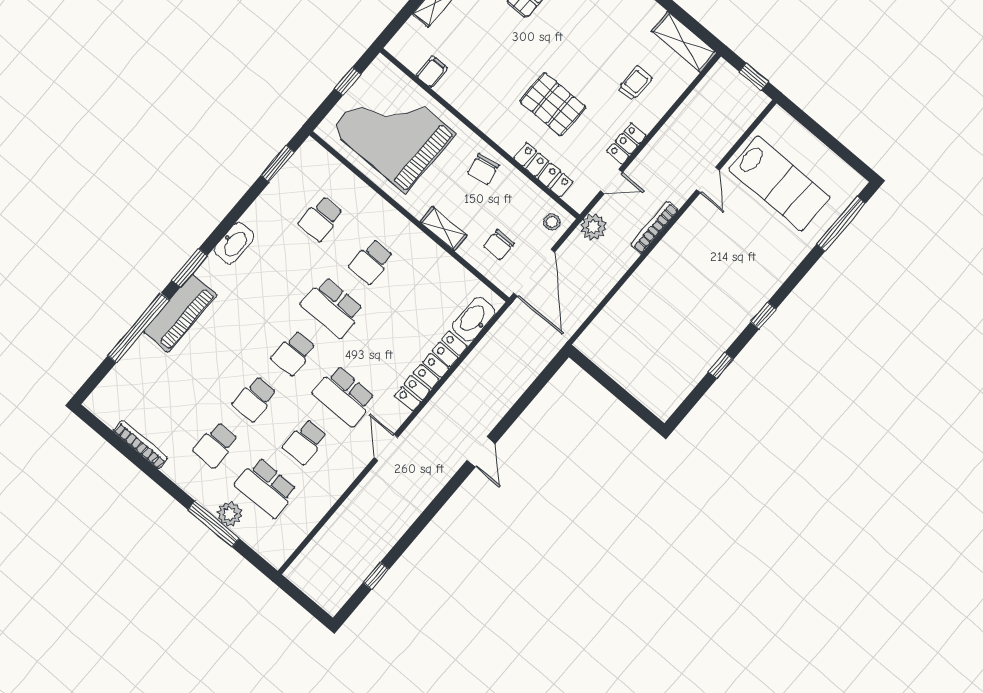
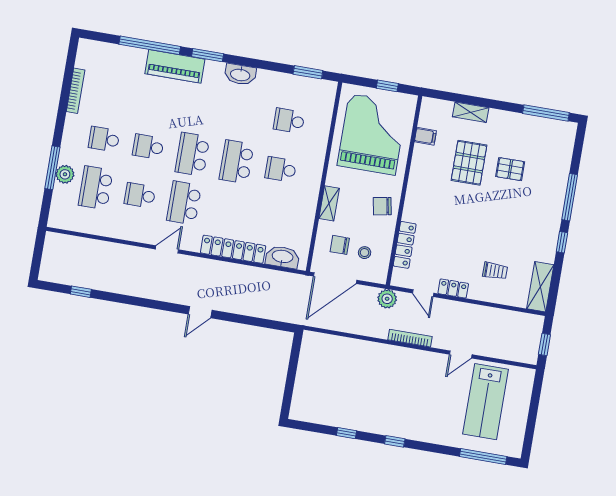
pallet: (553, 104) -> (469, 163), moved
stool: (552, 222) -> (365, 253), moved
school desk: (294, 353) -> (192, 154), width x1.85

